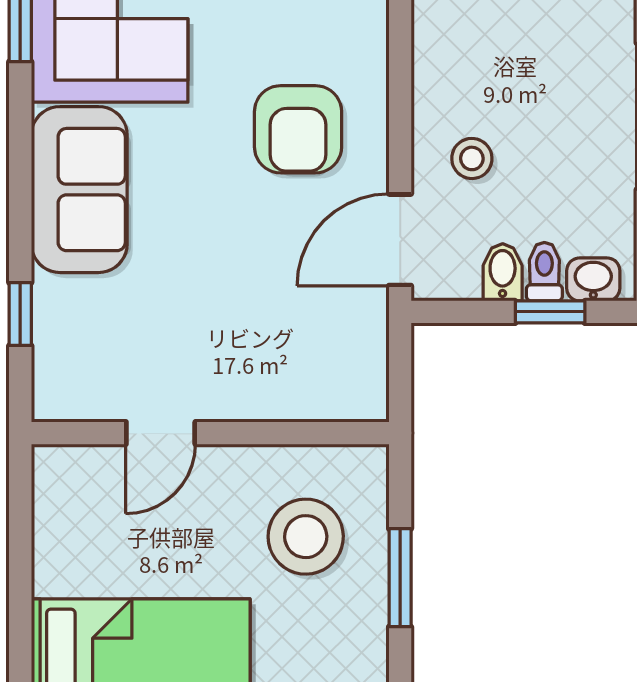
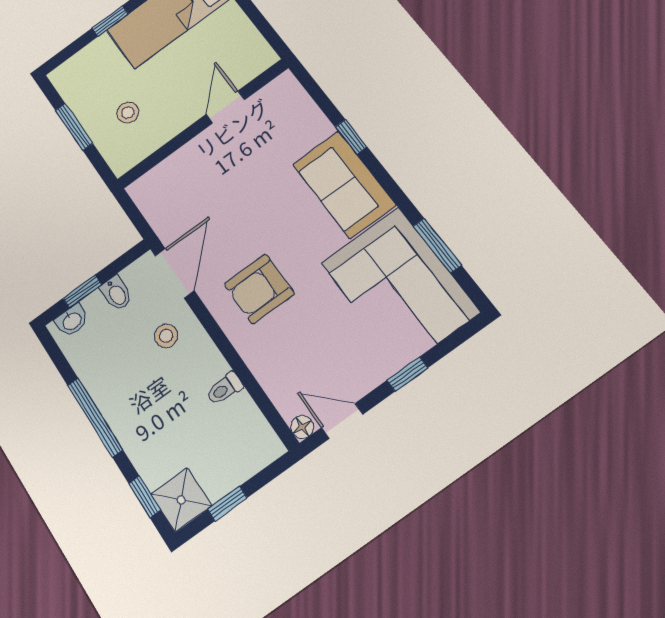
armchair: (298, 129) -> (259, 289), turned -90
toilet: (544, 272) -> (224, 389), moved, turned 90
window: (20, 314) -> (351, 137), moved
stool: (306, 537) -> (128, 113), width x0.53, depth x0.53

